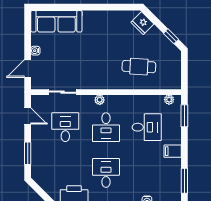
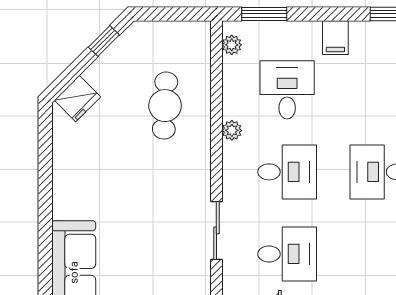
sliding door: (63, 92) -> (216, 230), moved
plant: (100, 100) -> (232, 130), moved
desk: (65, 127) -> (287, 254), turned 180

